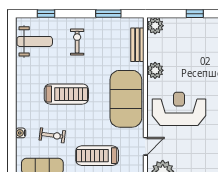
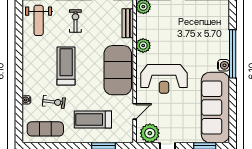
weight bench: (35, 41) -> (39, 20), turned 90
treadmill: (66, 94) -> (66, 66), turned -90
reception desk: (179, 109) -> (164, 79), turned 180

